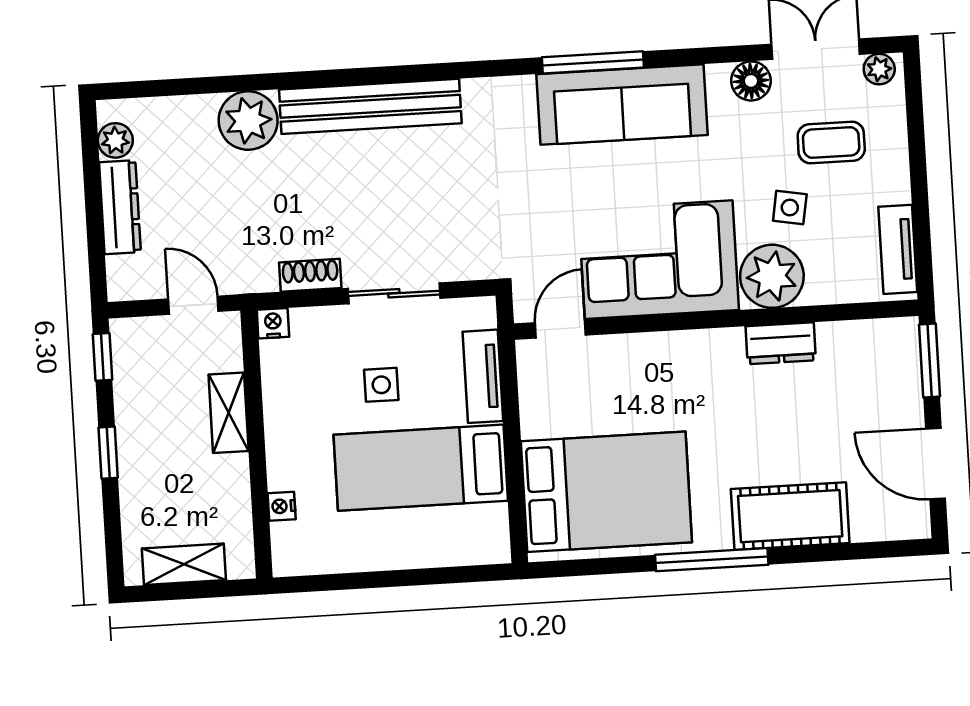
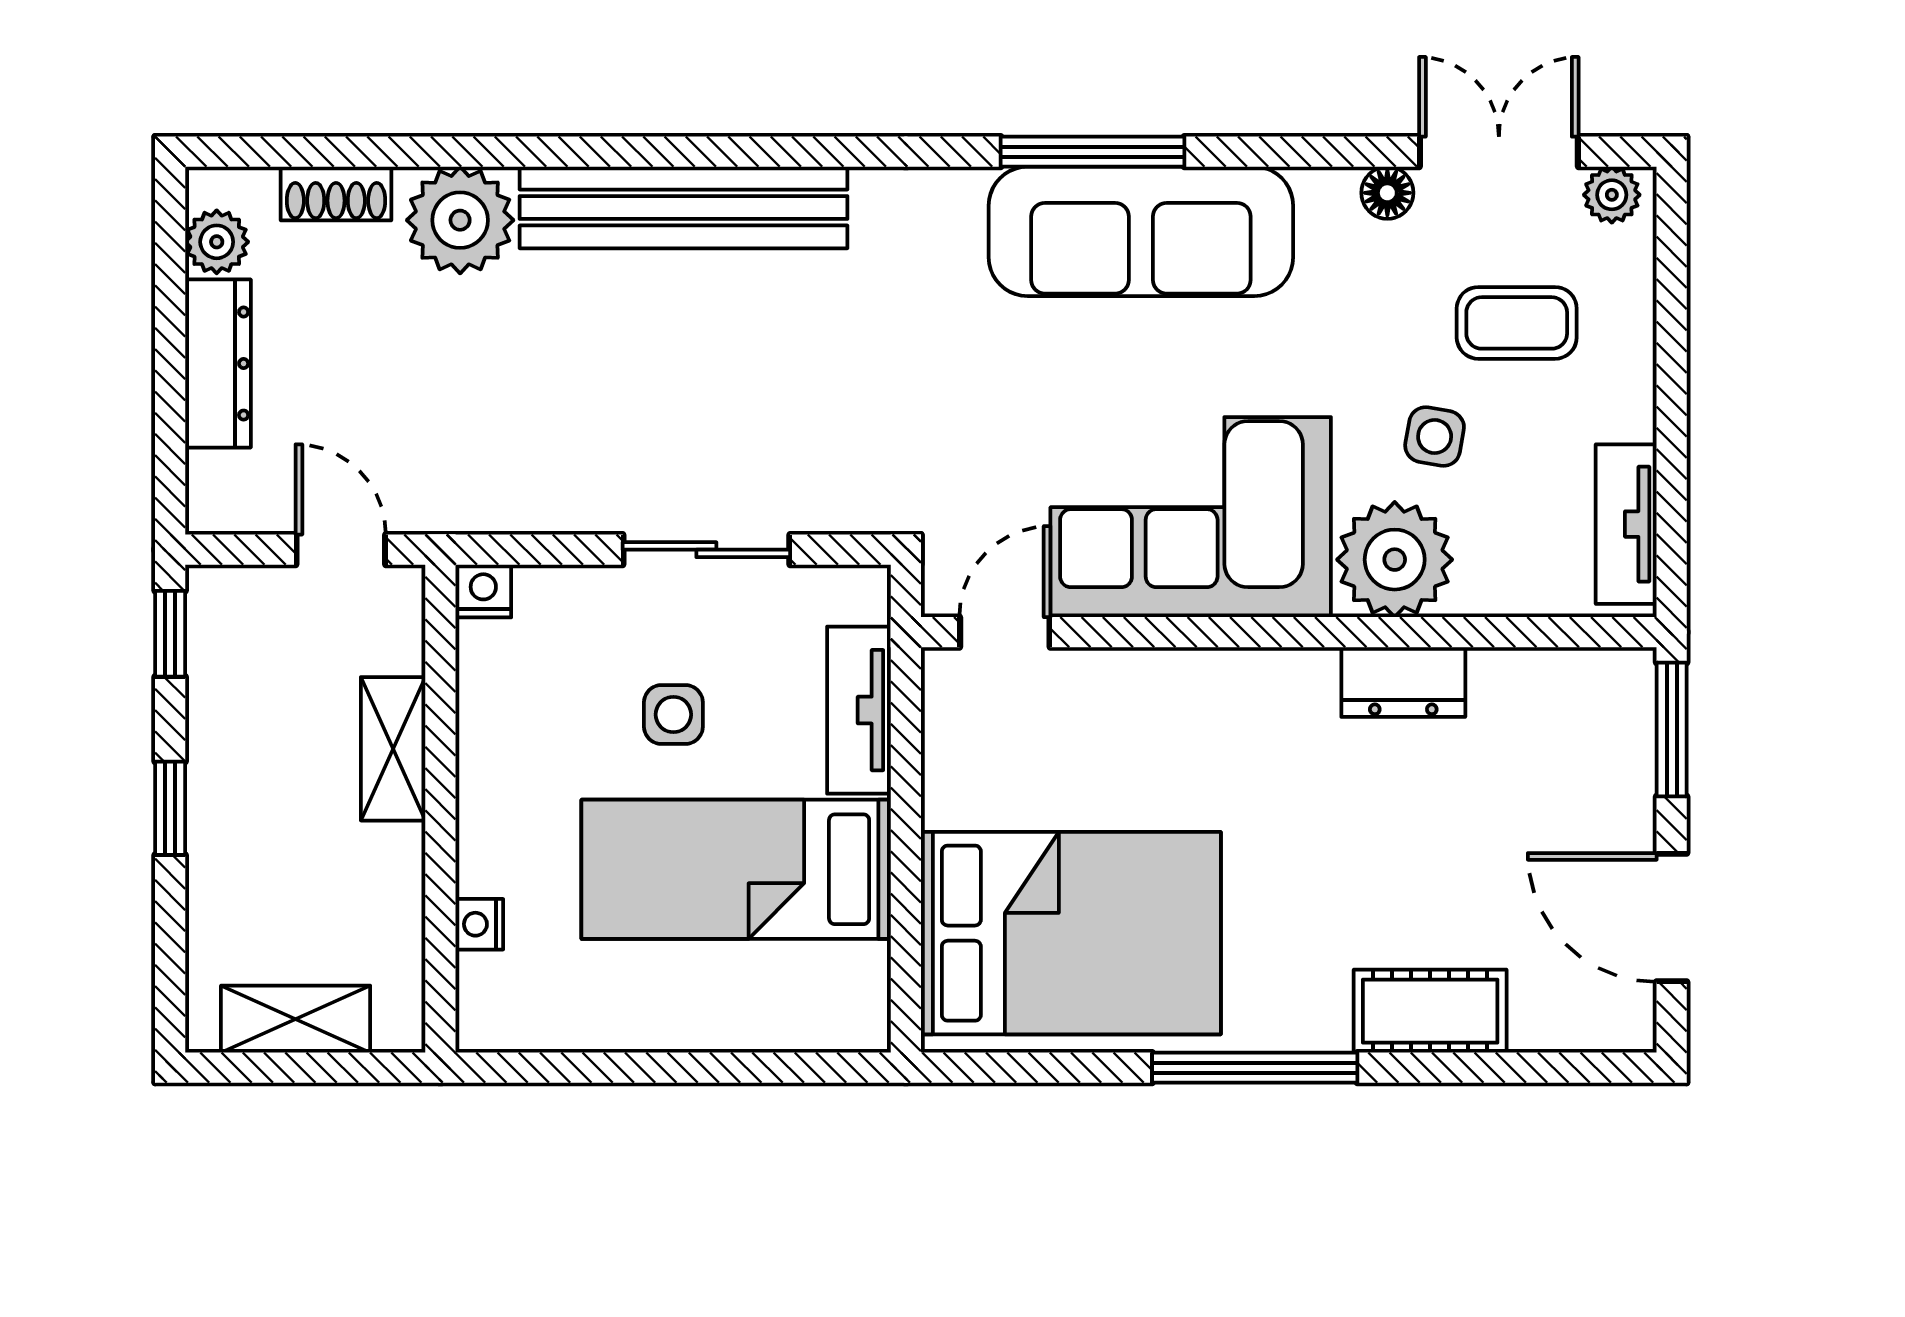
floor lamp: (751, 81) -> (1387, 193), width x0.73, depth x0.73
shoe rack: (310, 275) -> (336, 194), moved, turned 180
cot: (790, 516) -> (1430, 1011), width x0.73, depth x0.75

